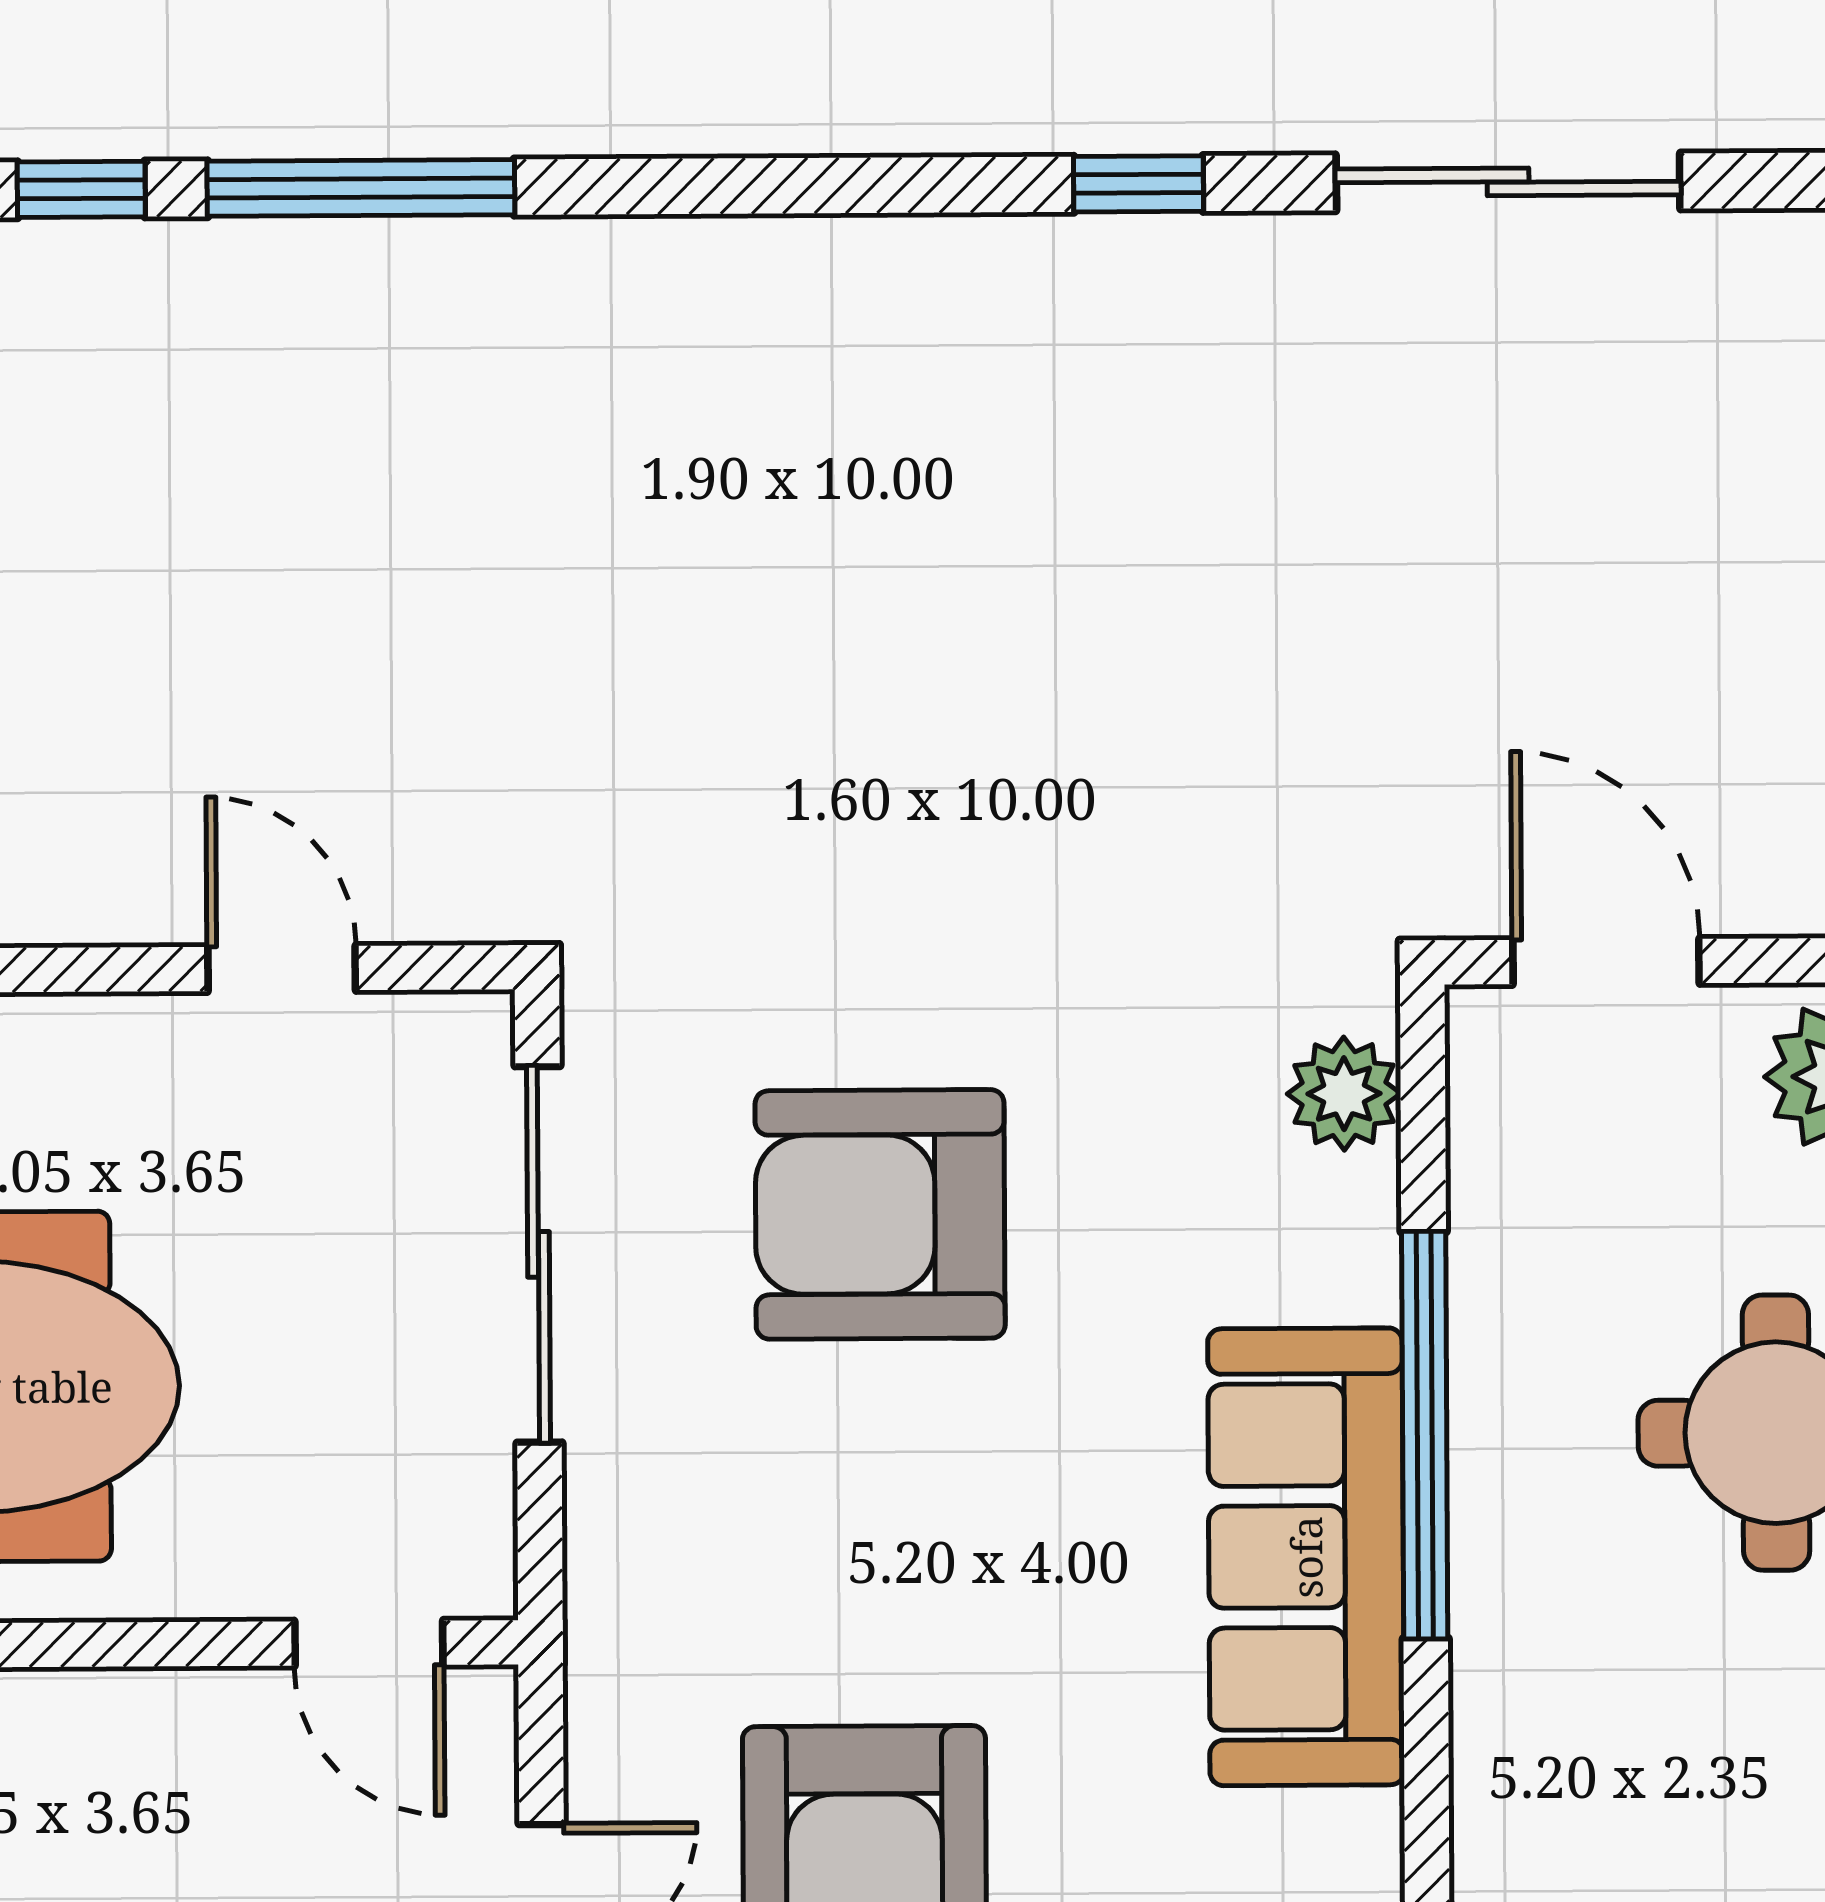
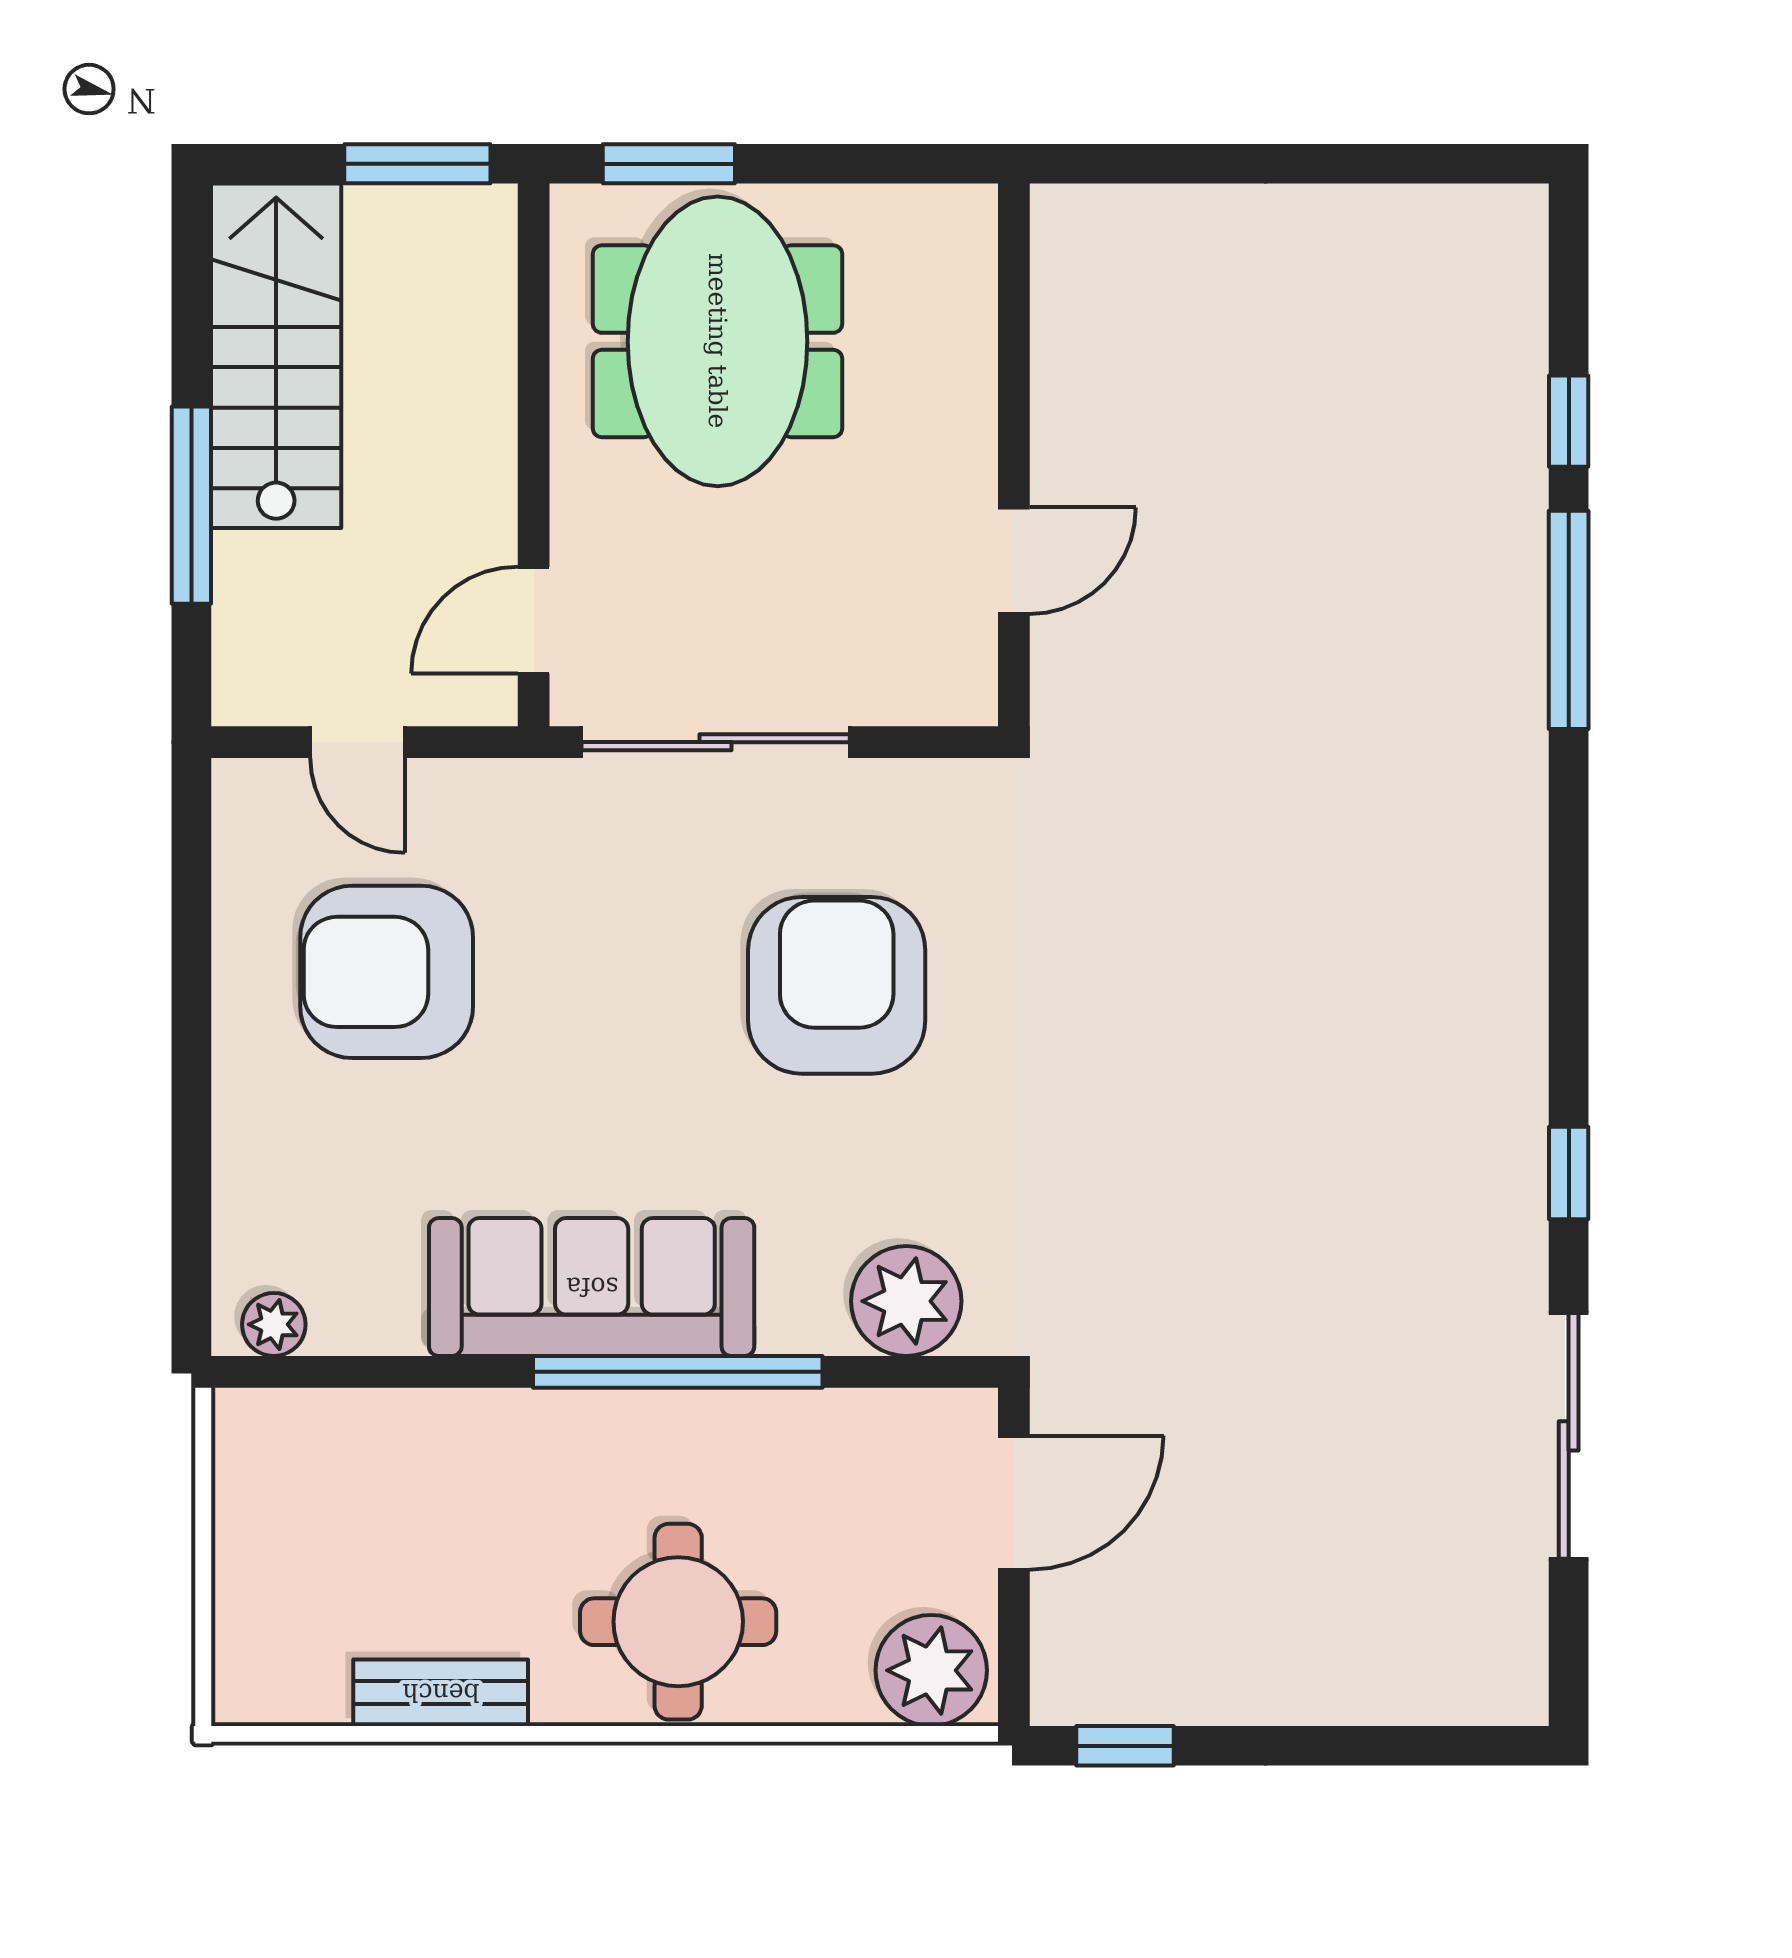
plant: (1344, 1094) -> (906, 1301), width x1.36, depth x1.36
sliding door: (538, 1254) -> (716, 742), moved

